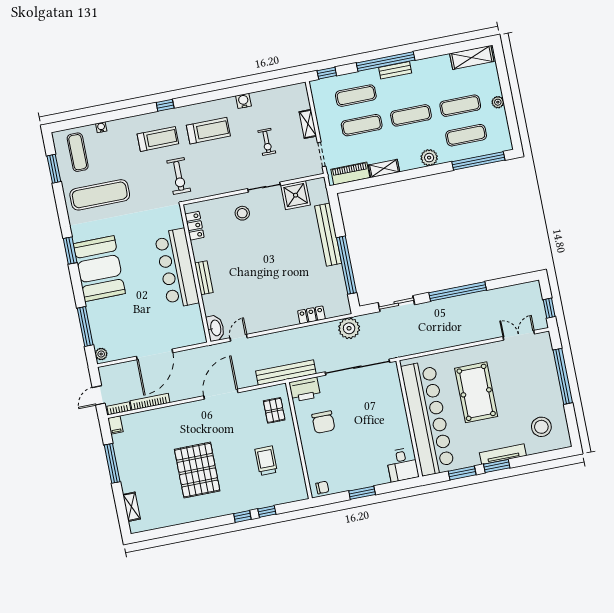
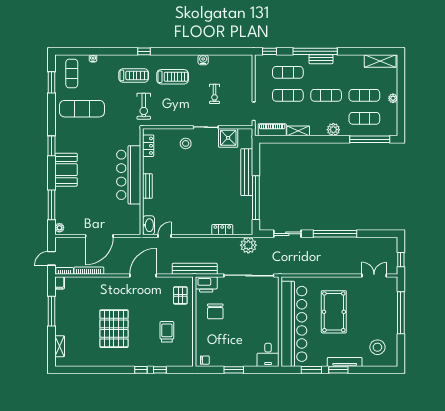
shelving: (308, 124) -> (248, 86), removed
booth: (99, 269) -> (66, 170), width x0.73, depth x0.70

